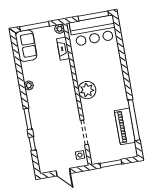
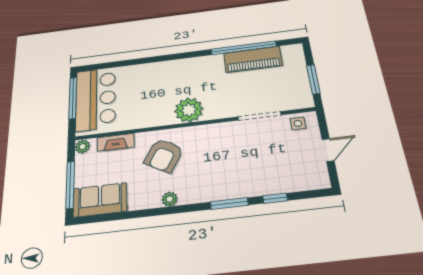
armchair: (56, 79) -> (164, 155), added

